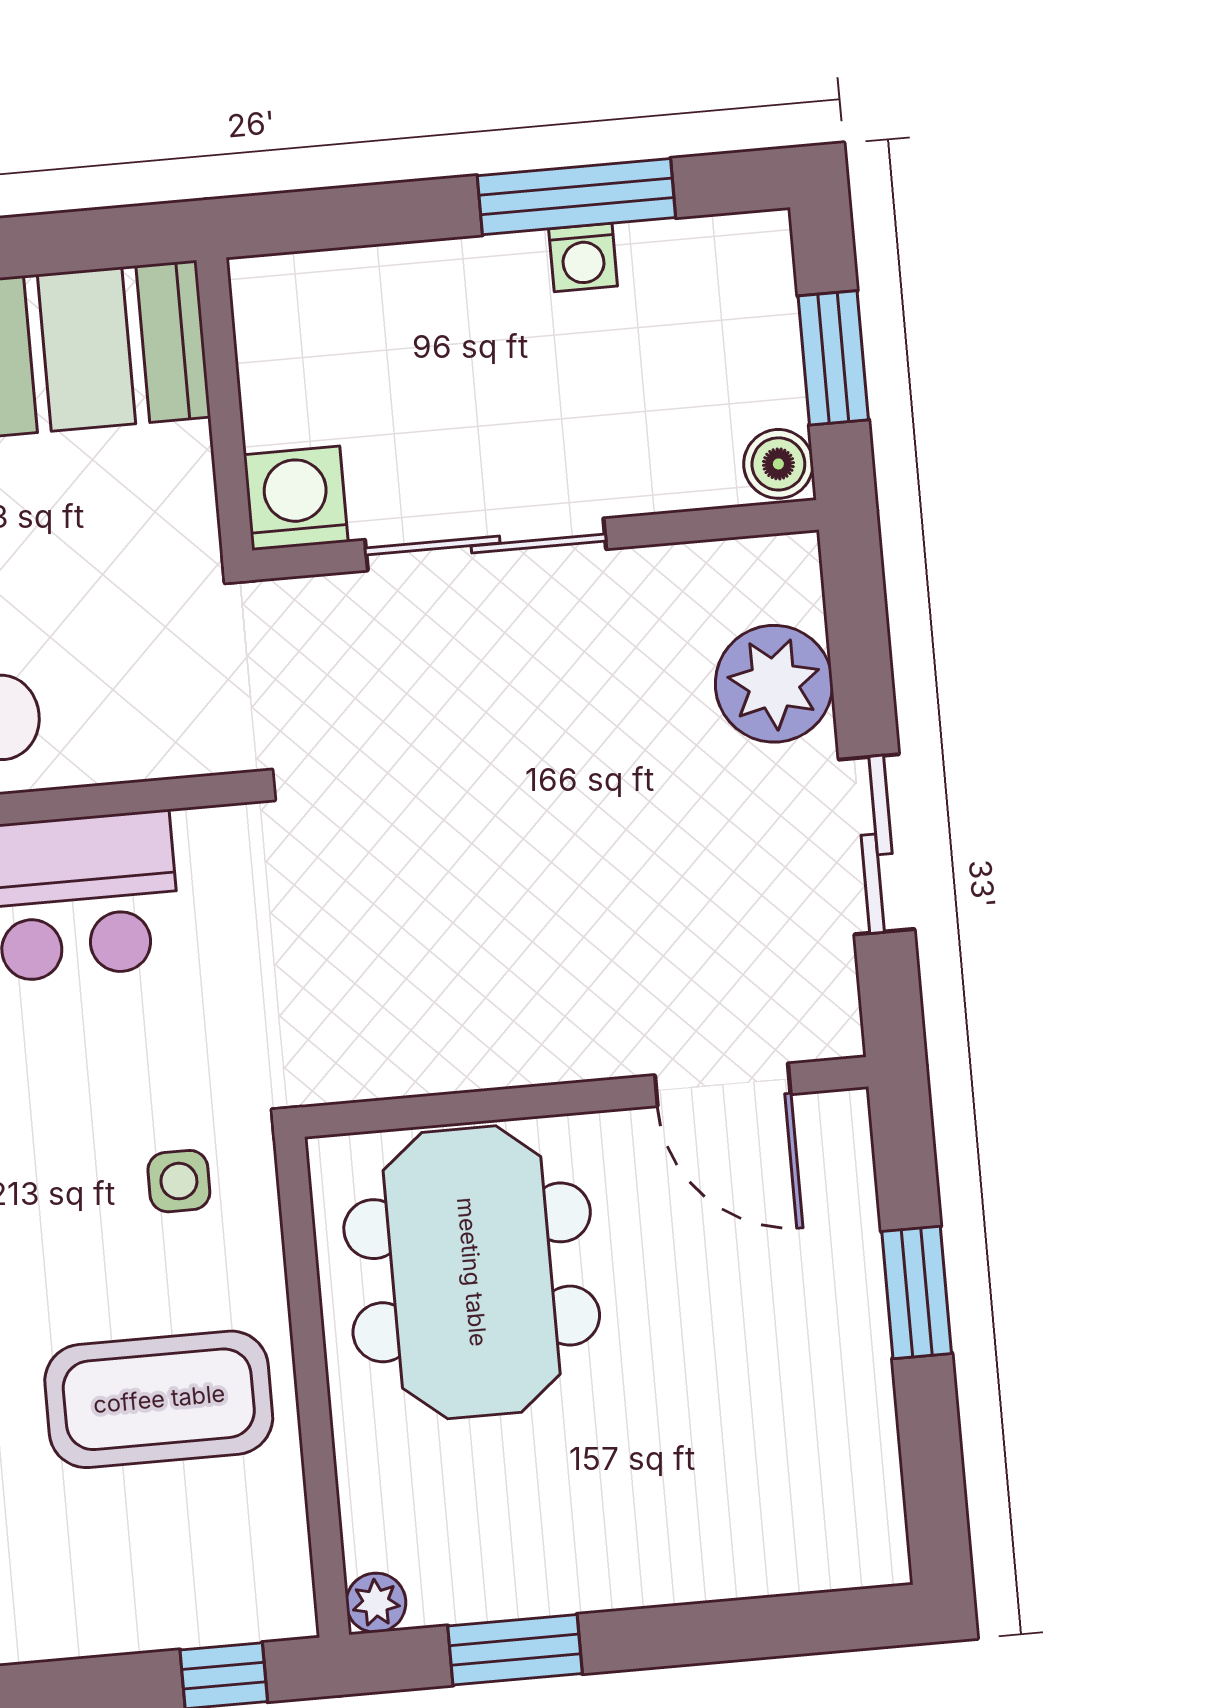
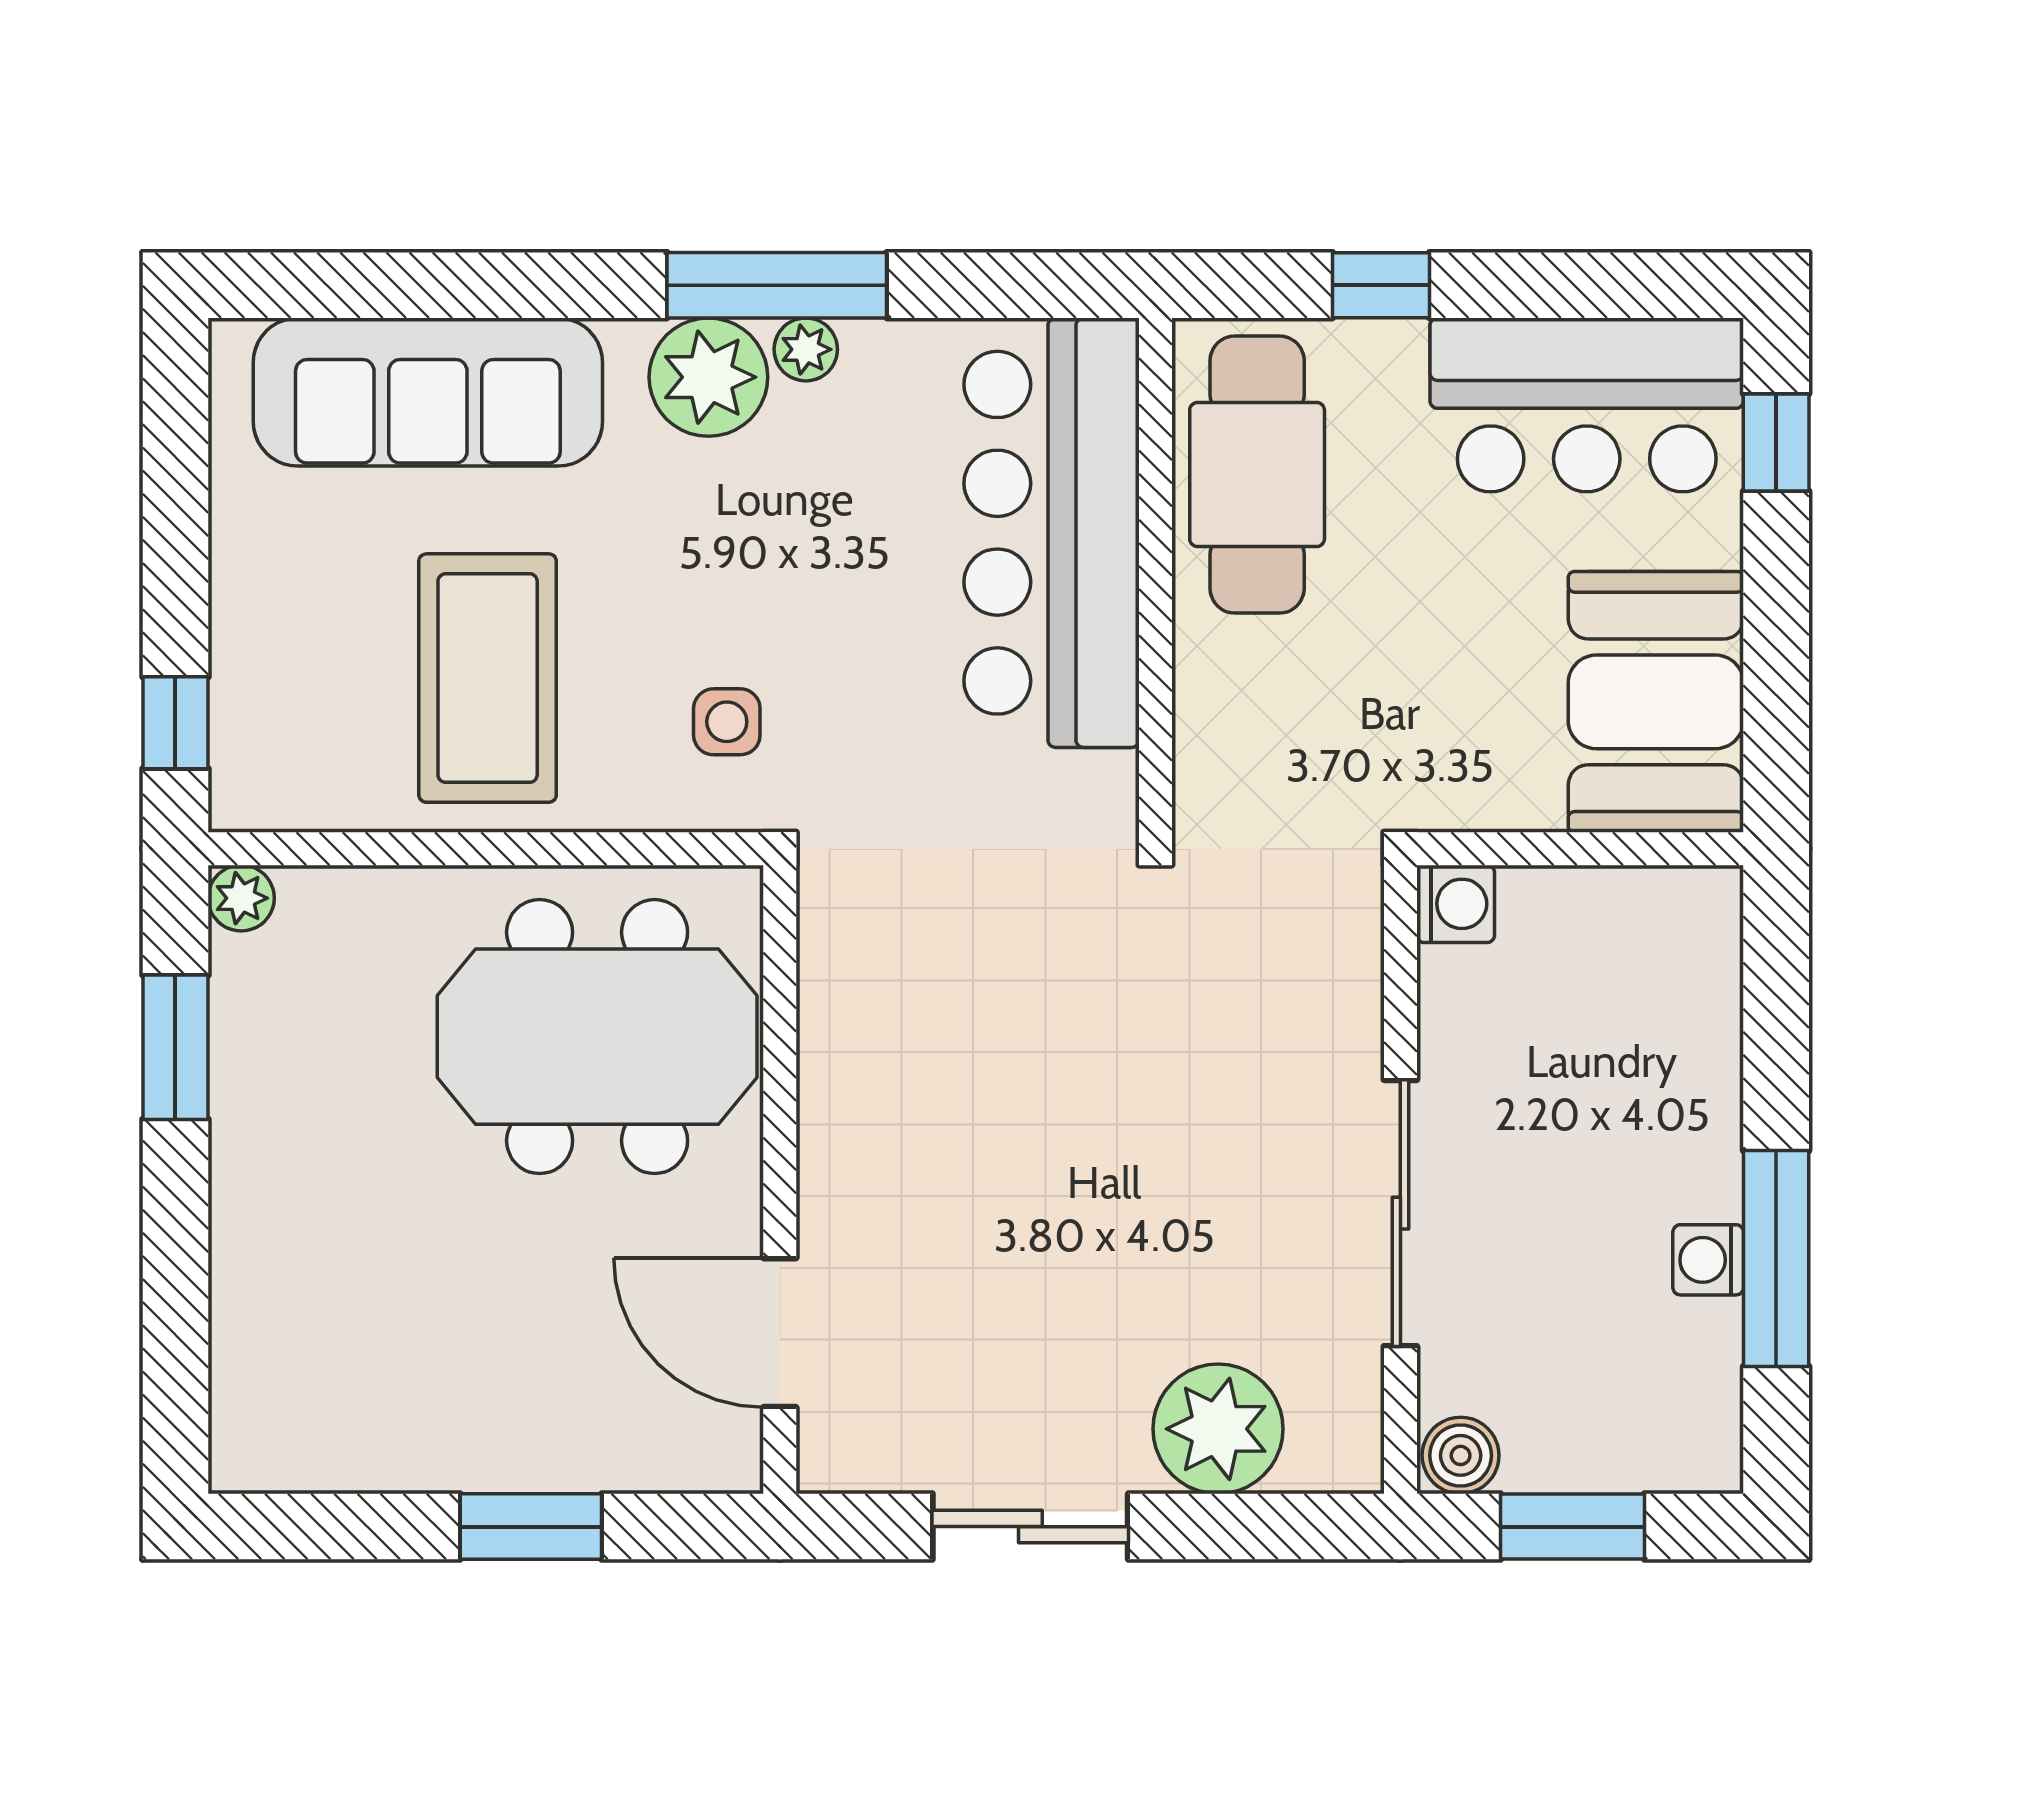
washing machine: (296, 498) -> (1456, 904), width x0.73, depth x0.73
sliding door: (486, 544) -> (1400, 1213), moved
door: (723, 1085) -> (780, 1333), hinge flipped

